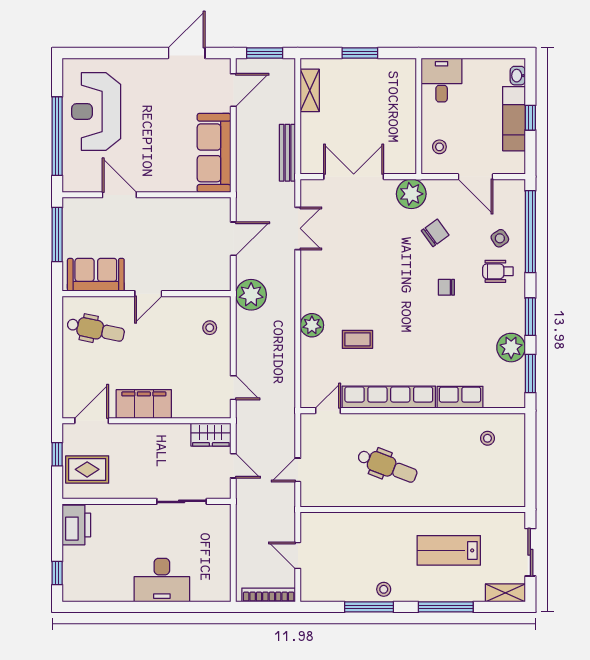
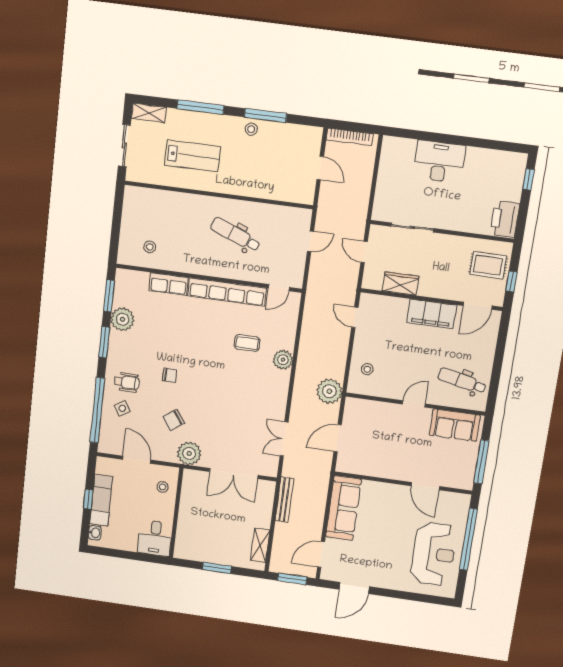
wardrobe: (211, 435) -> (401, 283), moved

